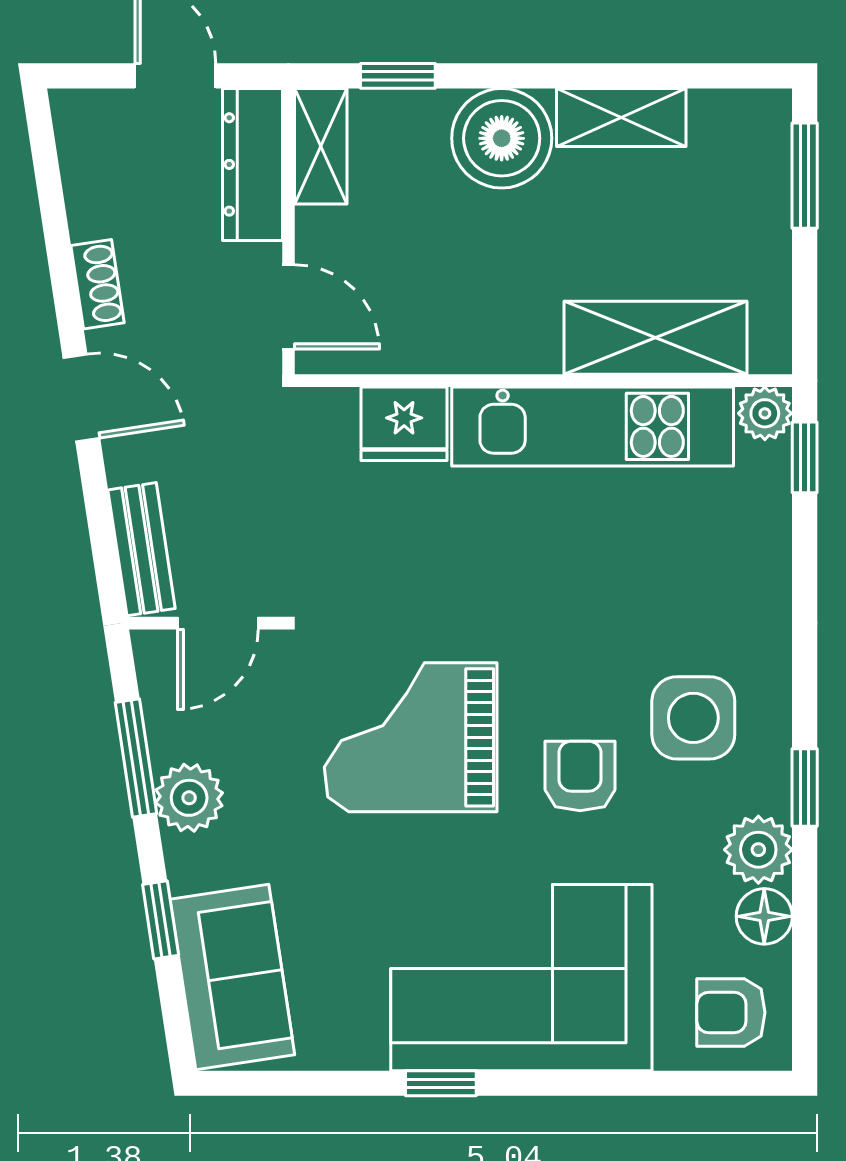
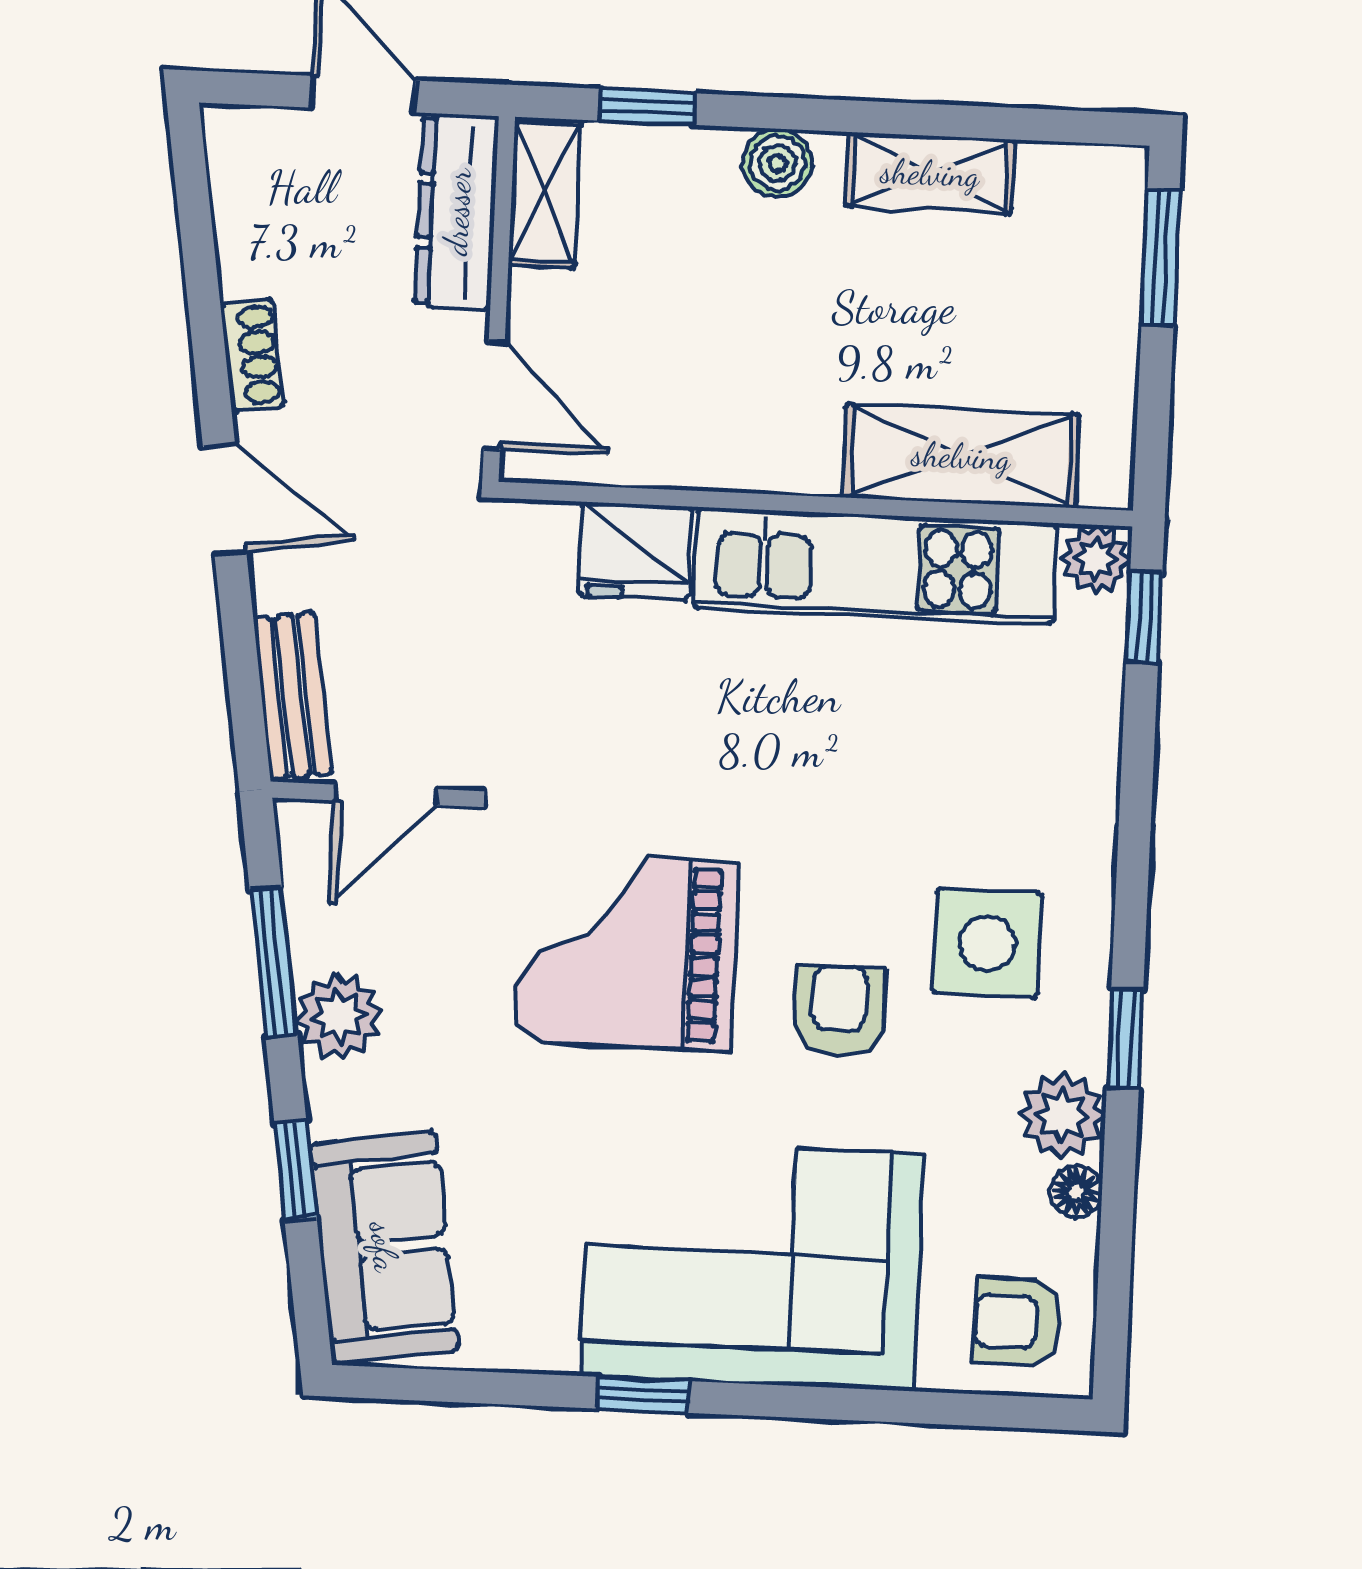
boiler: (502, 138) -> (777, 163), width x0.54, depth x0.54
floor lamp: (764, 916) -> (1076, 1192), width x0.73, depth x0.73

